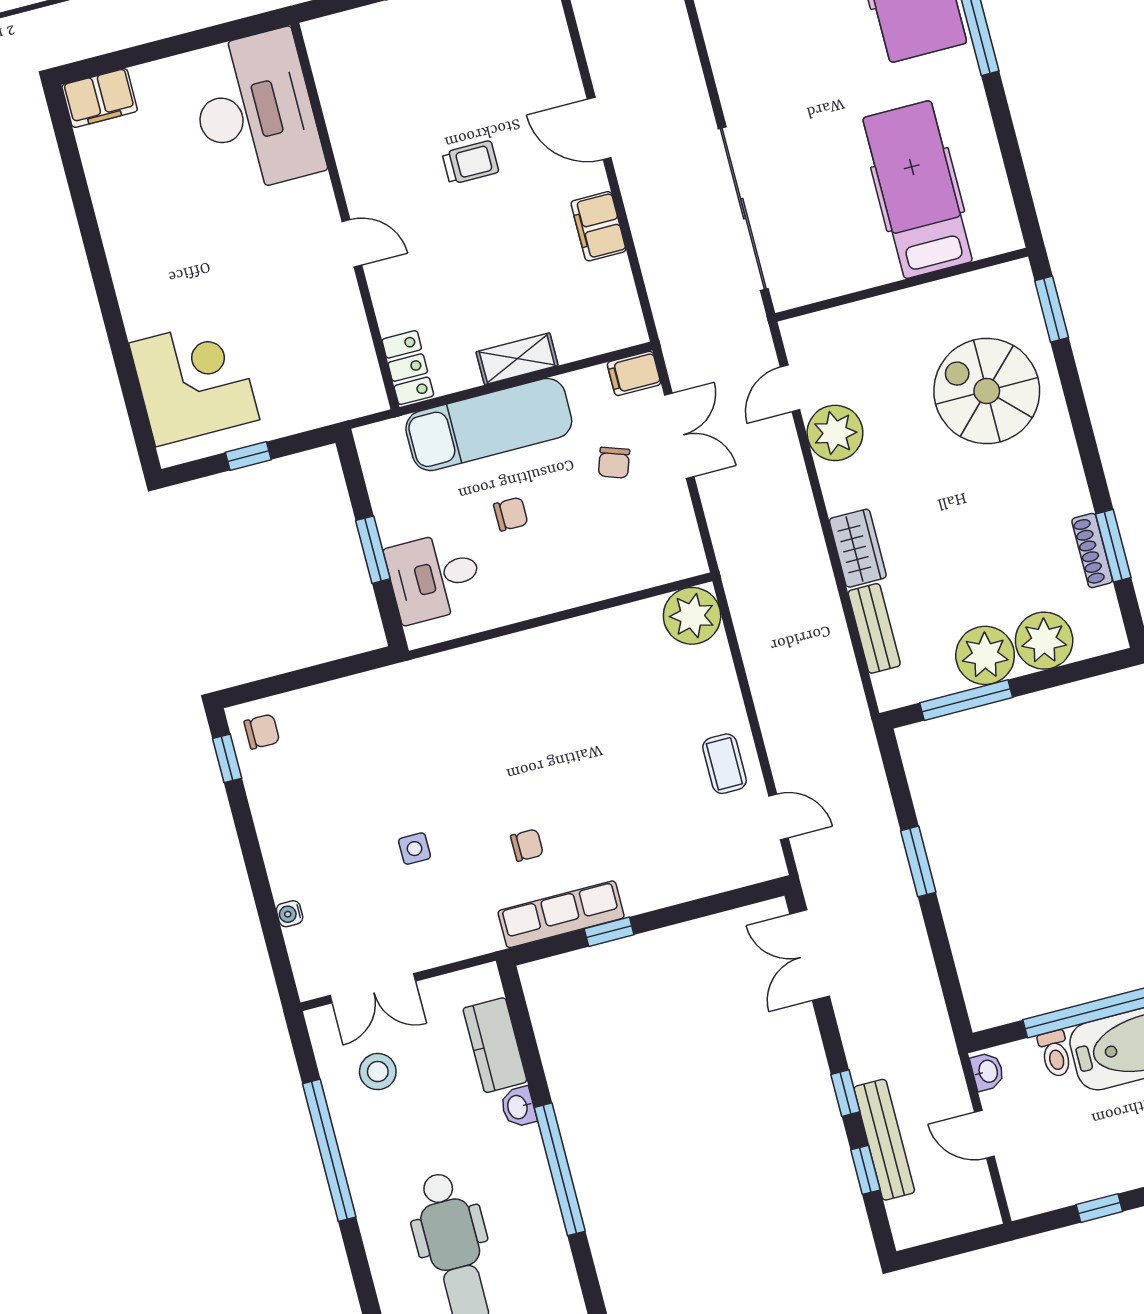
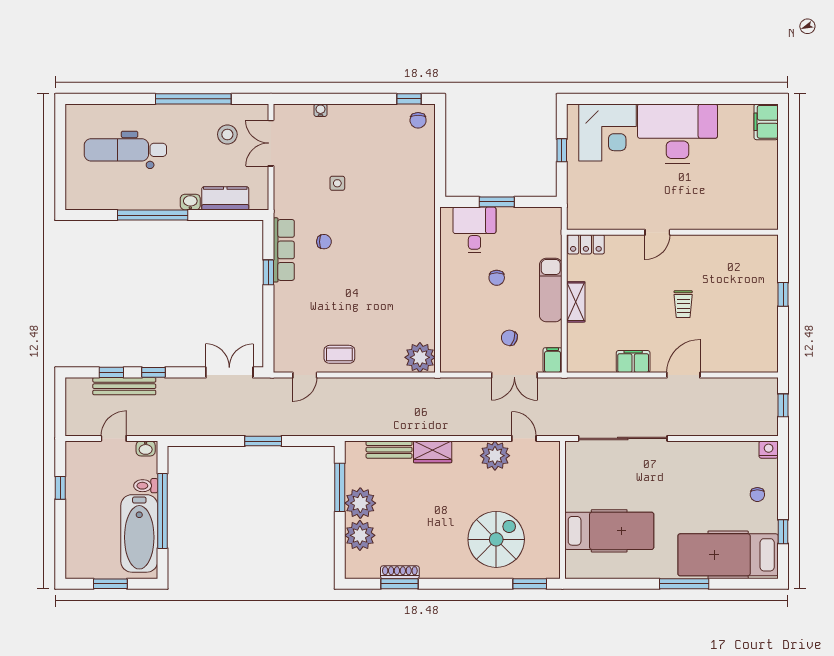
desk: (255, 112) -> (678, 134), moved, turned 180
exam couch: (489, 425) -> (551, 290), width x0.73, depth x0.69
chair: (527, 845) -> (324, 242), turned -90

